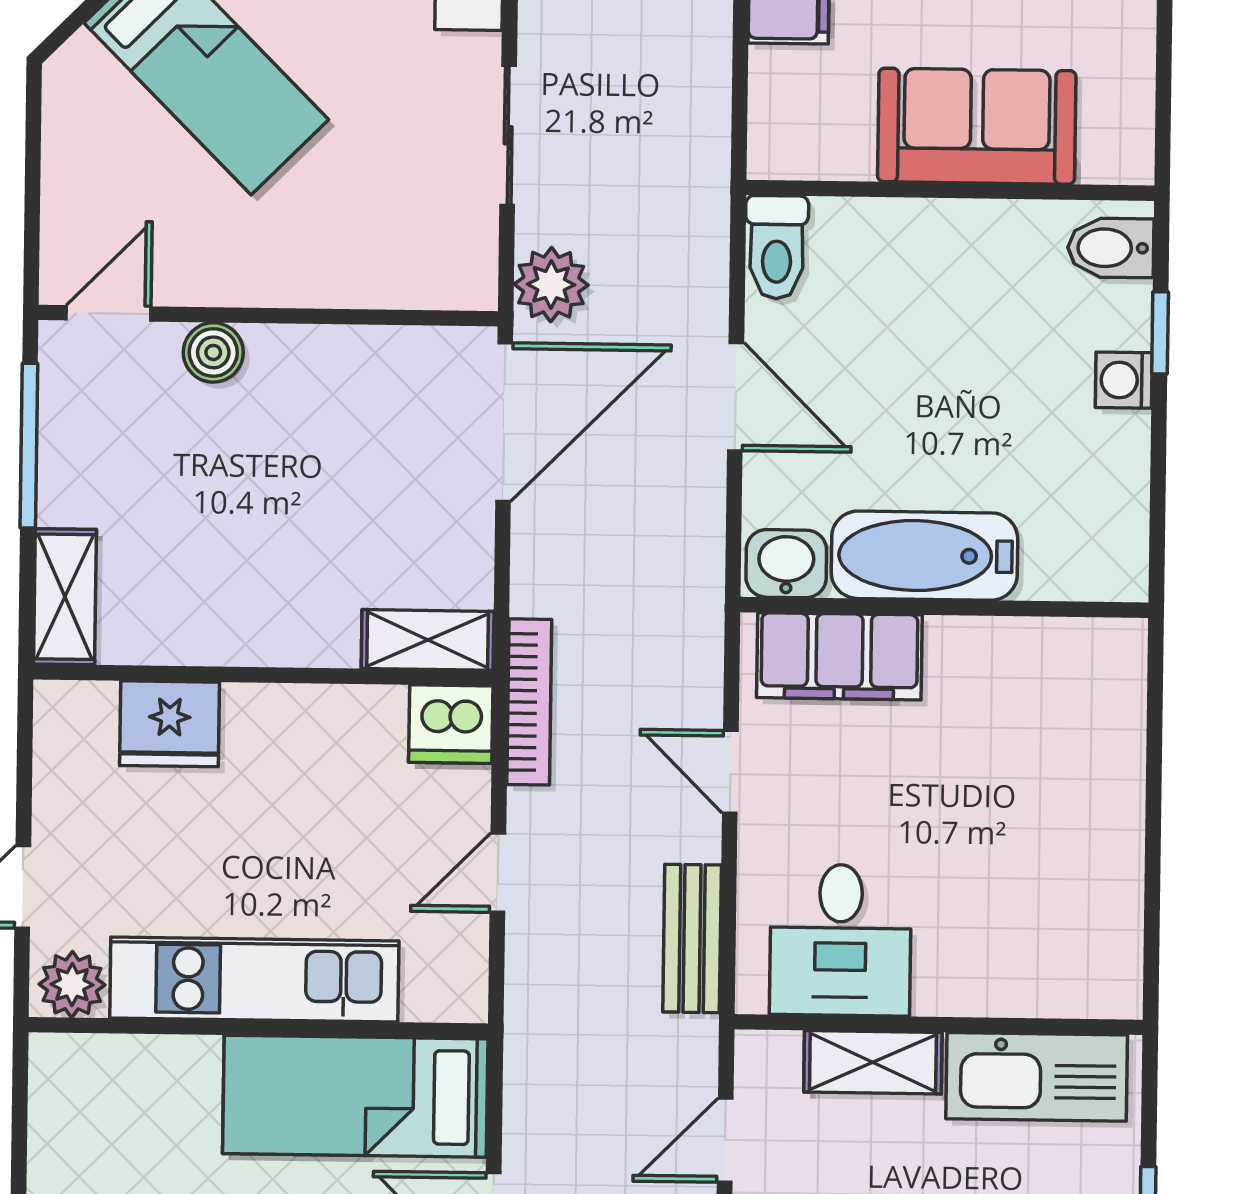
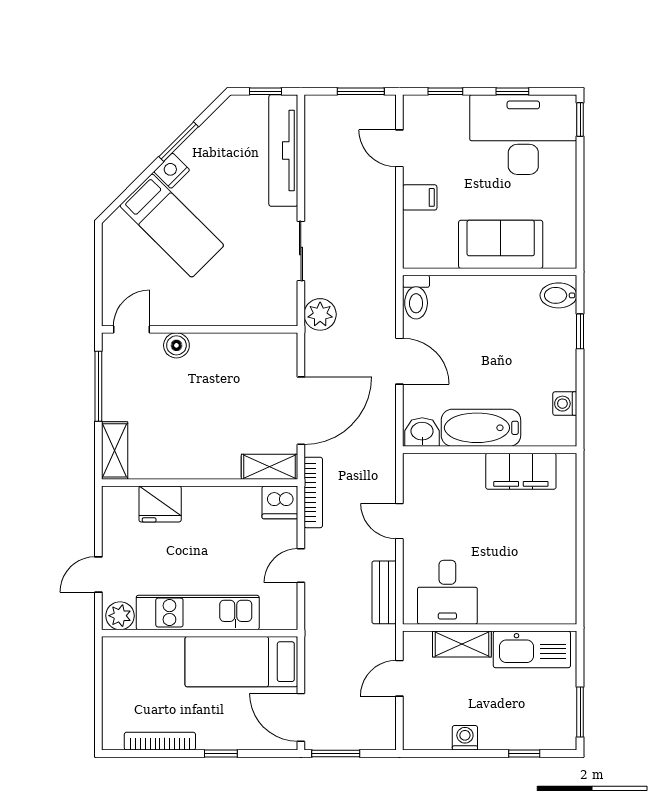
washing machine: (1124, 380) -> (565, 404), moved
door: (504, 422) -> (301, 411), moved
filing cabinet: (839, 656) -> (521, 471), moved

